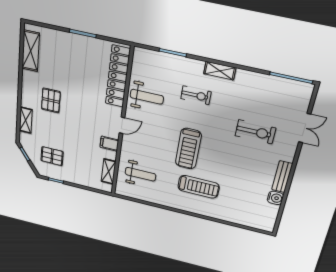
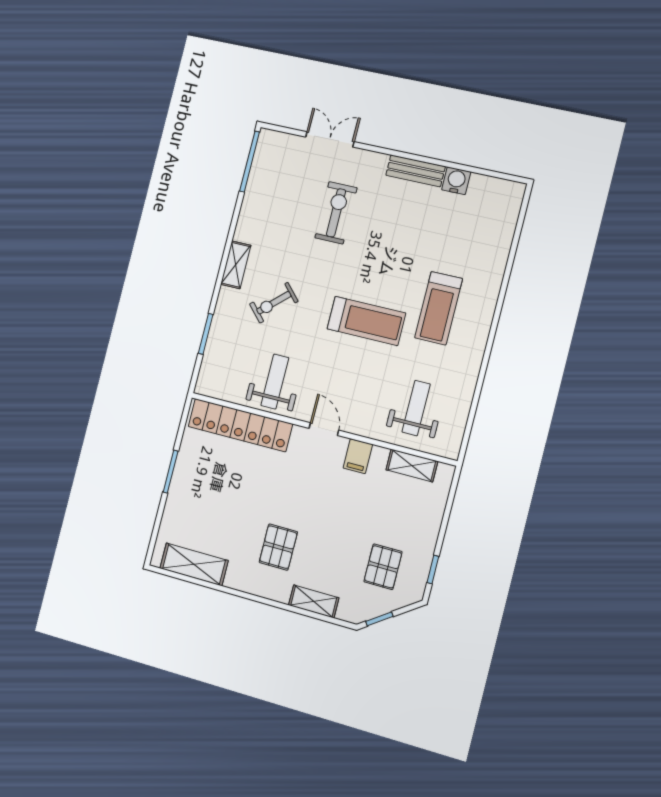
exercise bike: (196, 95) -> (274, 303), turned -133
pallet: (51, 100) -> (278, 547), turned 90
treadmill: (199, 187) -> (439, 308), turned 180

